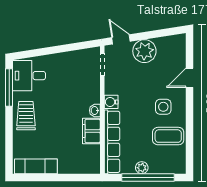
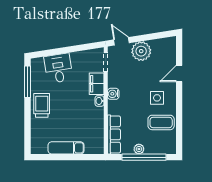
desk: (29, 76) -> (58, 68), moved, turned 81
filing cabinet: (91, 131) -> (97, 84), moved
row of seats: (112, 142) -> (114, 134), width x0.73
exam couch: (36, 166) -> (66, 148), moved

